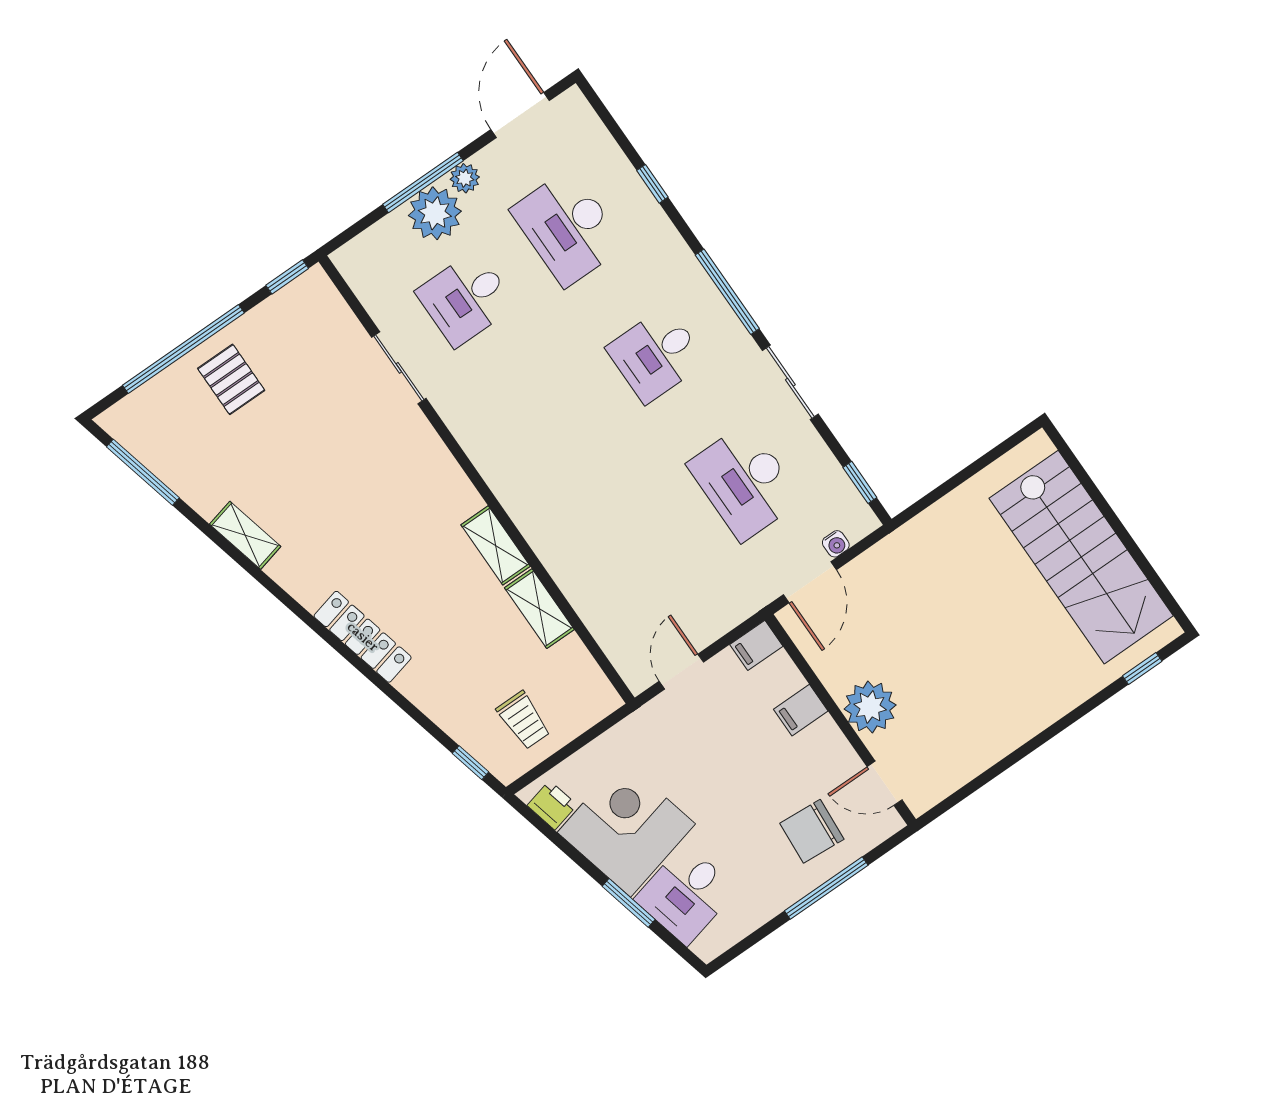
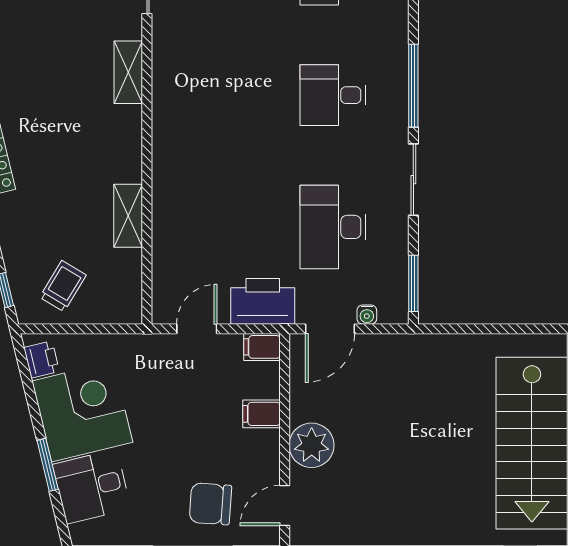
window: (860, 482) -> (413, 283), width x1.50
shelving: (496, 545) -> (128, 72), moved
printer: (727, 601) -> (263, 301), added
trolley: (524, 720) -> (63, 286), turned -149
door: (885, 783) -> (285, 506), hinge flipped

